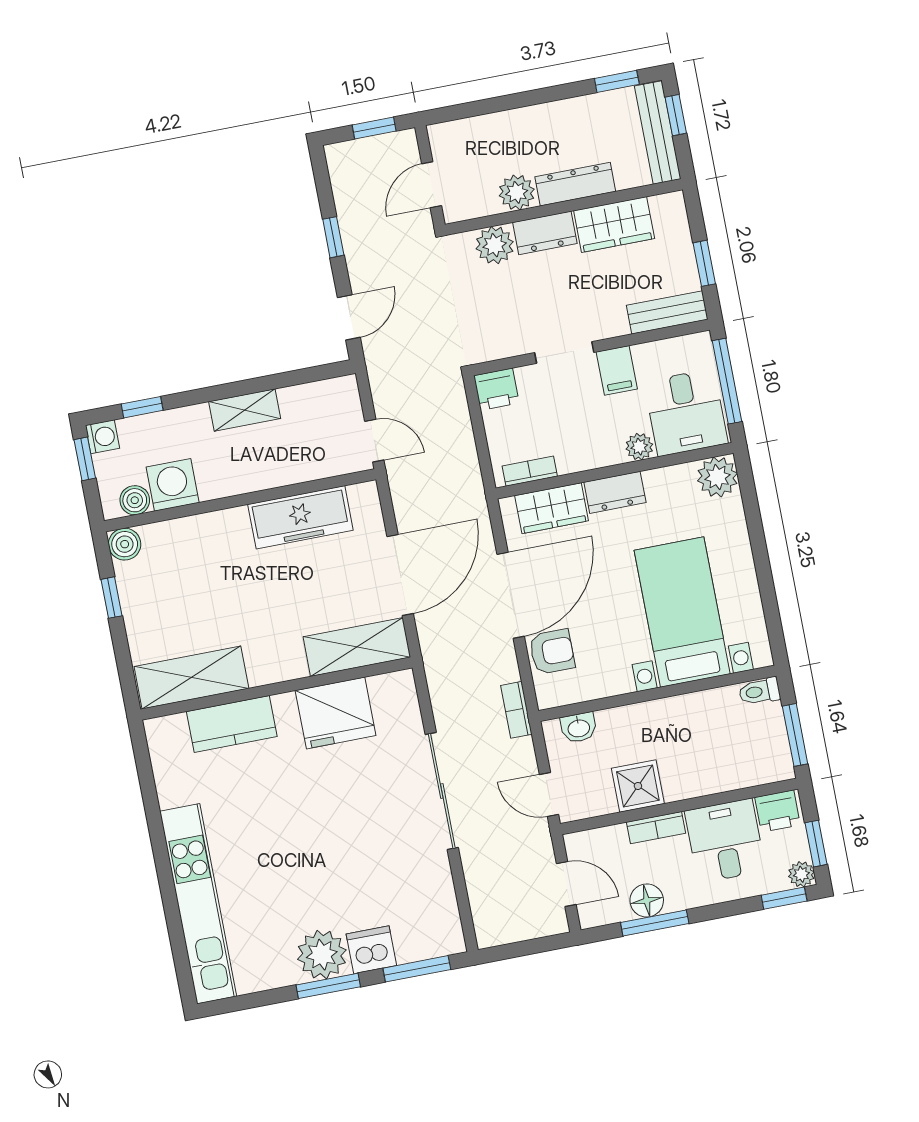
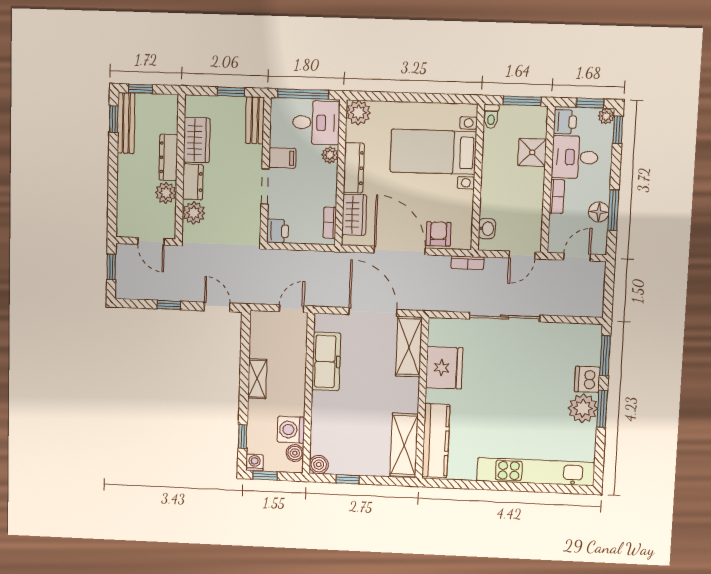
bench: (658, 132) -> (126, 123), moved, turned 90
dresser: (615, 492) -> (354, 168), width x1.44
kitchen counter: (232, 724) -> (436, 441), width x1.50
shower: (638, 786) -> (532, 152), moved

